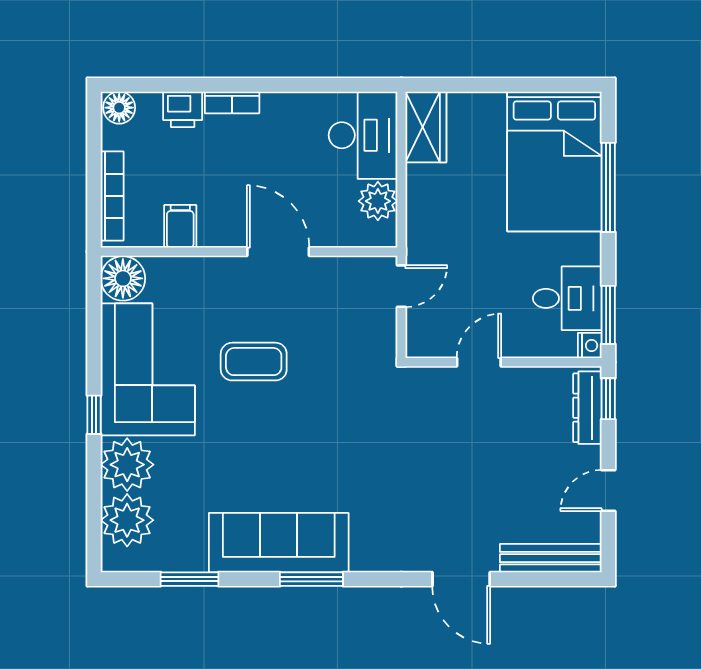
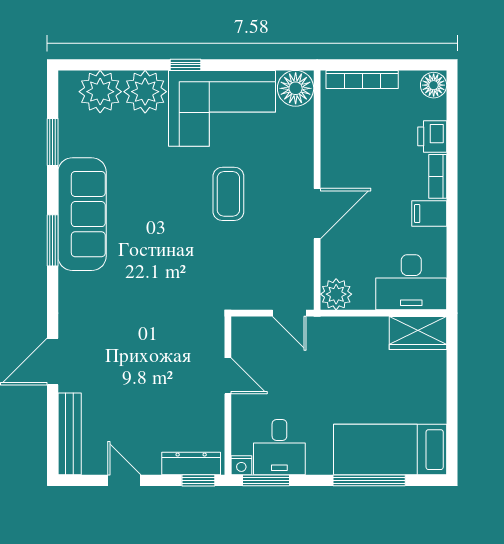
bed: (554, 161) -> (390, 450), width x0.67
plant: (378, 201) -> (336, 294), moved
filing cabinet: (180, 226) -> (429, 214), moved, turned 180

